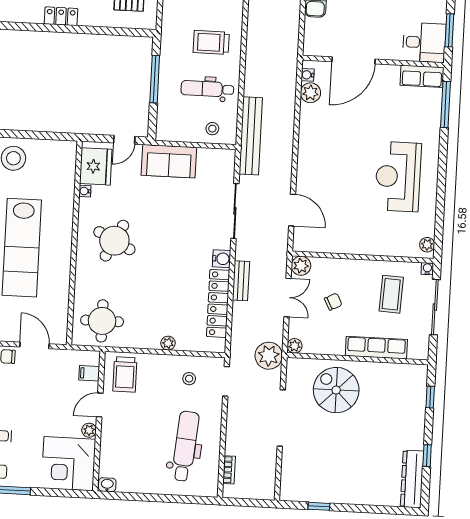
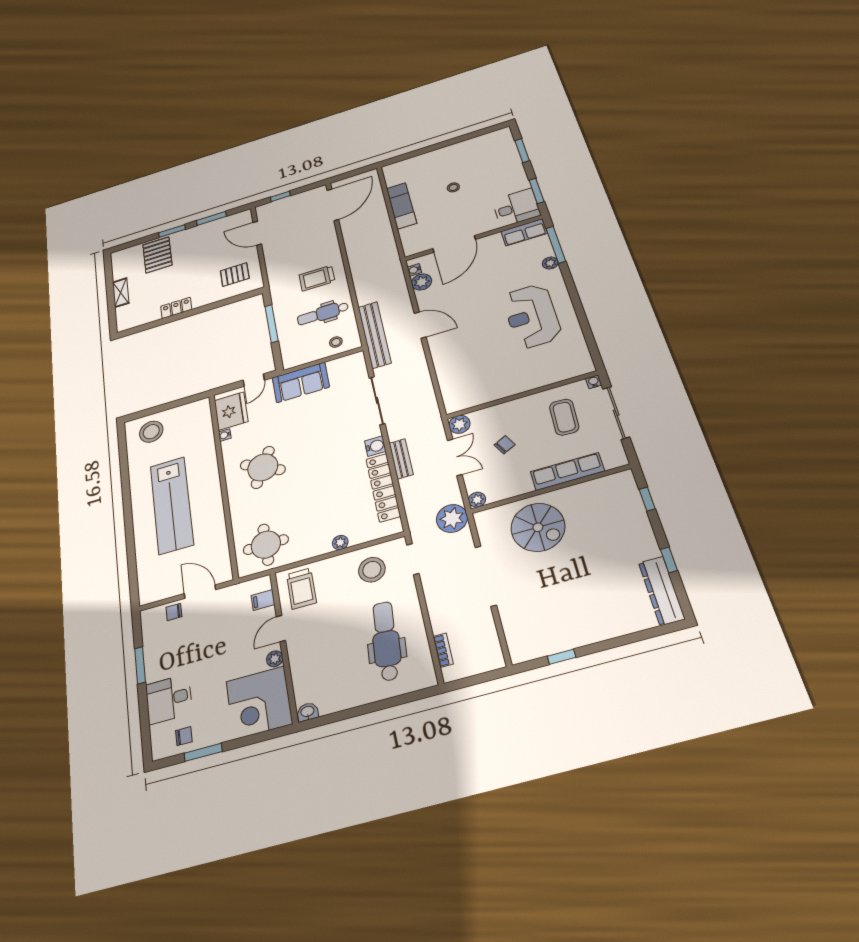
door: (292, 210) -> (420, 325), moved
plant: (427, 245) -> (550, 263), moved
stool: (189, 379) -> (372, 570), width x1.89, depth x1.89
spiral stairs: (336, 390) -> (538, 527), turned 180

